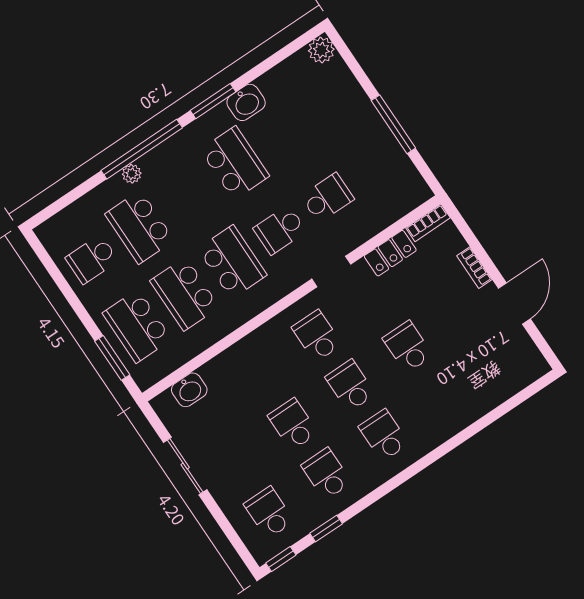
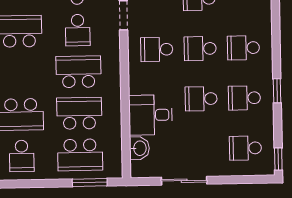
school desk: (185, 294) -> (79, 113), turned 180
desk: (236, 378) -> (151, 115), added
window: (326, 528) -> (277, 91), moved

